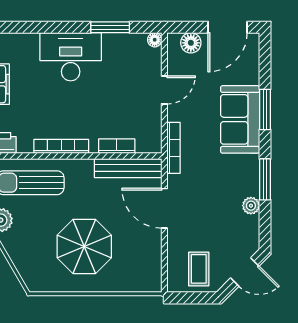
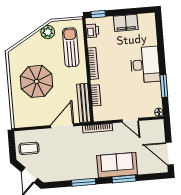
floor lamp: (191, 43) -> (159, 133), removed
plant: (251, 206) -> (68, 175), removed

